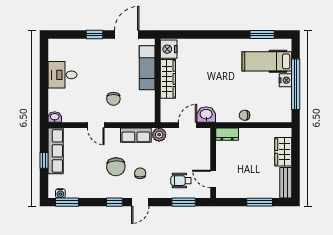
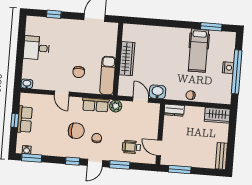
window: (94, 34) -> (54, 14), moved
nightstand: (169, 49) -> (130, 33), removed
hospital bed: (267, 61) -> (198, 51), moved, turned -90
exam couch: (147, 68) -> (108, 76), moved
door: (187, 125) -> (141, 100), hinge flipped
row of seats: (56, 151) -> (25, 119), width x0.68
wardrobe: (283, 152) -> (217, 115), moved, turned -90
chair: (116, 167) -> (76, 131), turned -87
window: (184, 202) -> (120, 165), moved
window: (260, 202) -> (180, 170), moved

